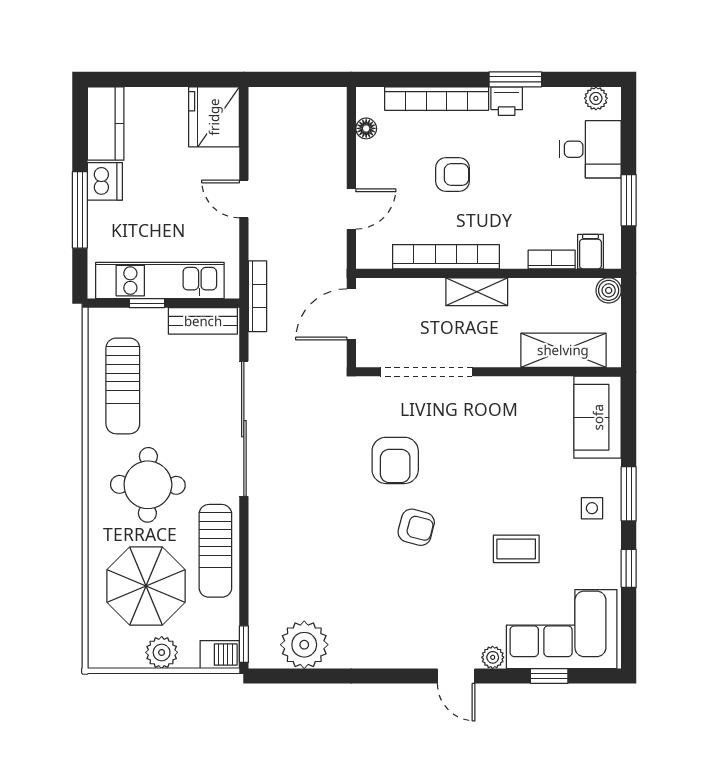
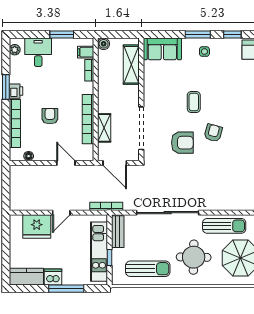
fridge: (214, 117) -> (37, 227), moved
shelving: (477, 292) -> (104, 128), moved
coffee table: (516, 549) -> (194, 102), moved

